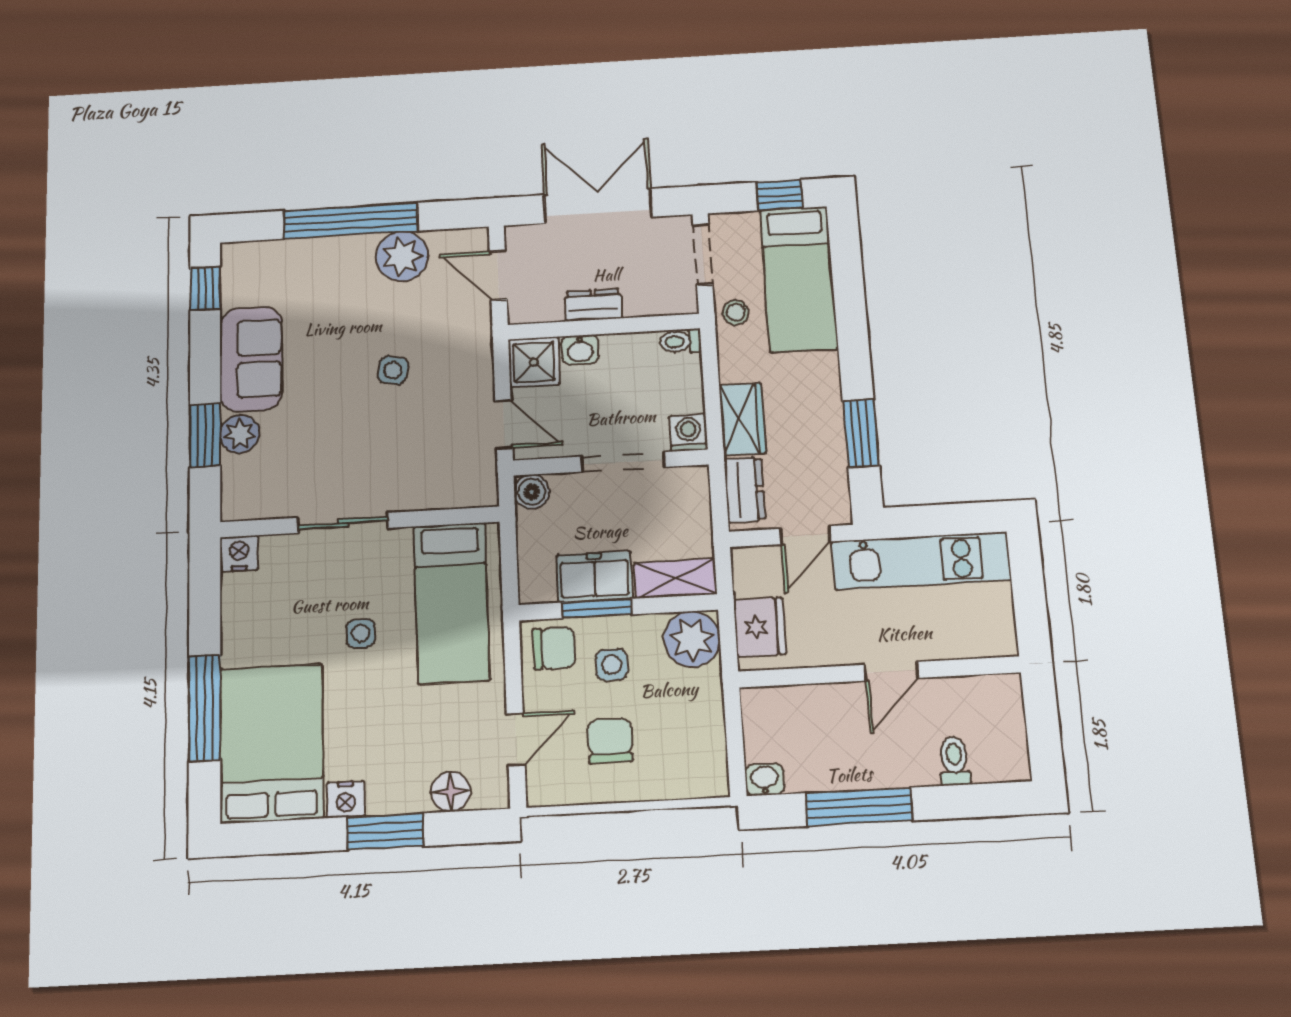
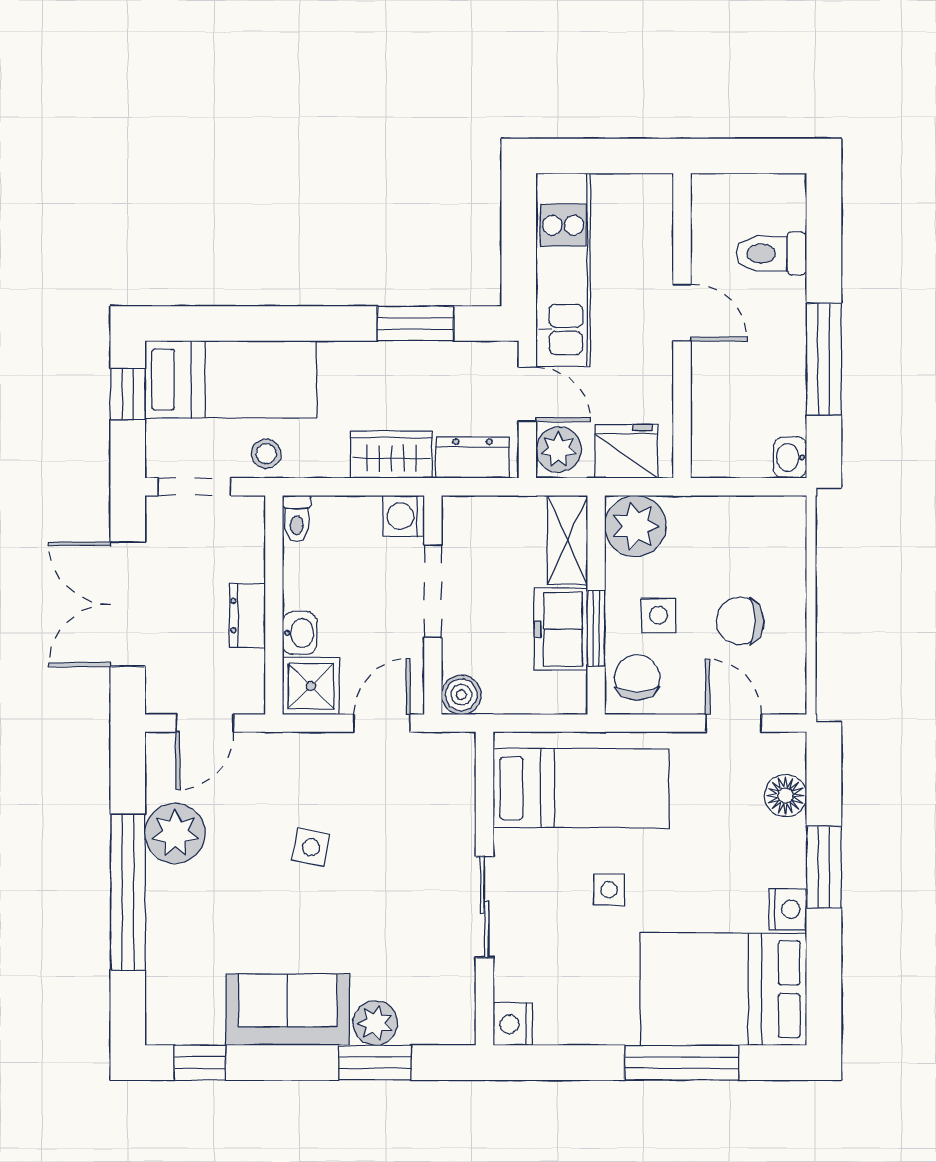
plant: (757, 566) -> (559, 450), added
toilet: (954, 761) -> (771, 254), width x1.37, depth x1.39

